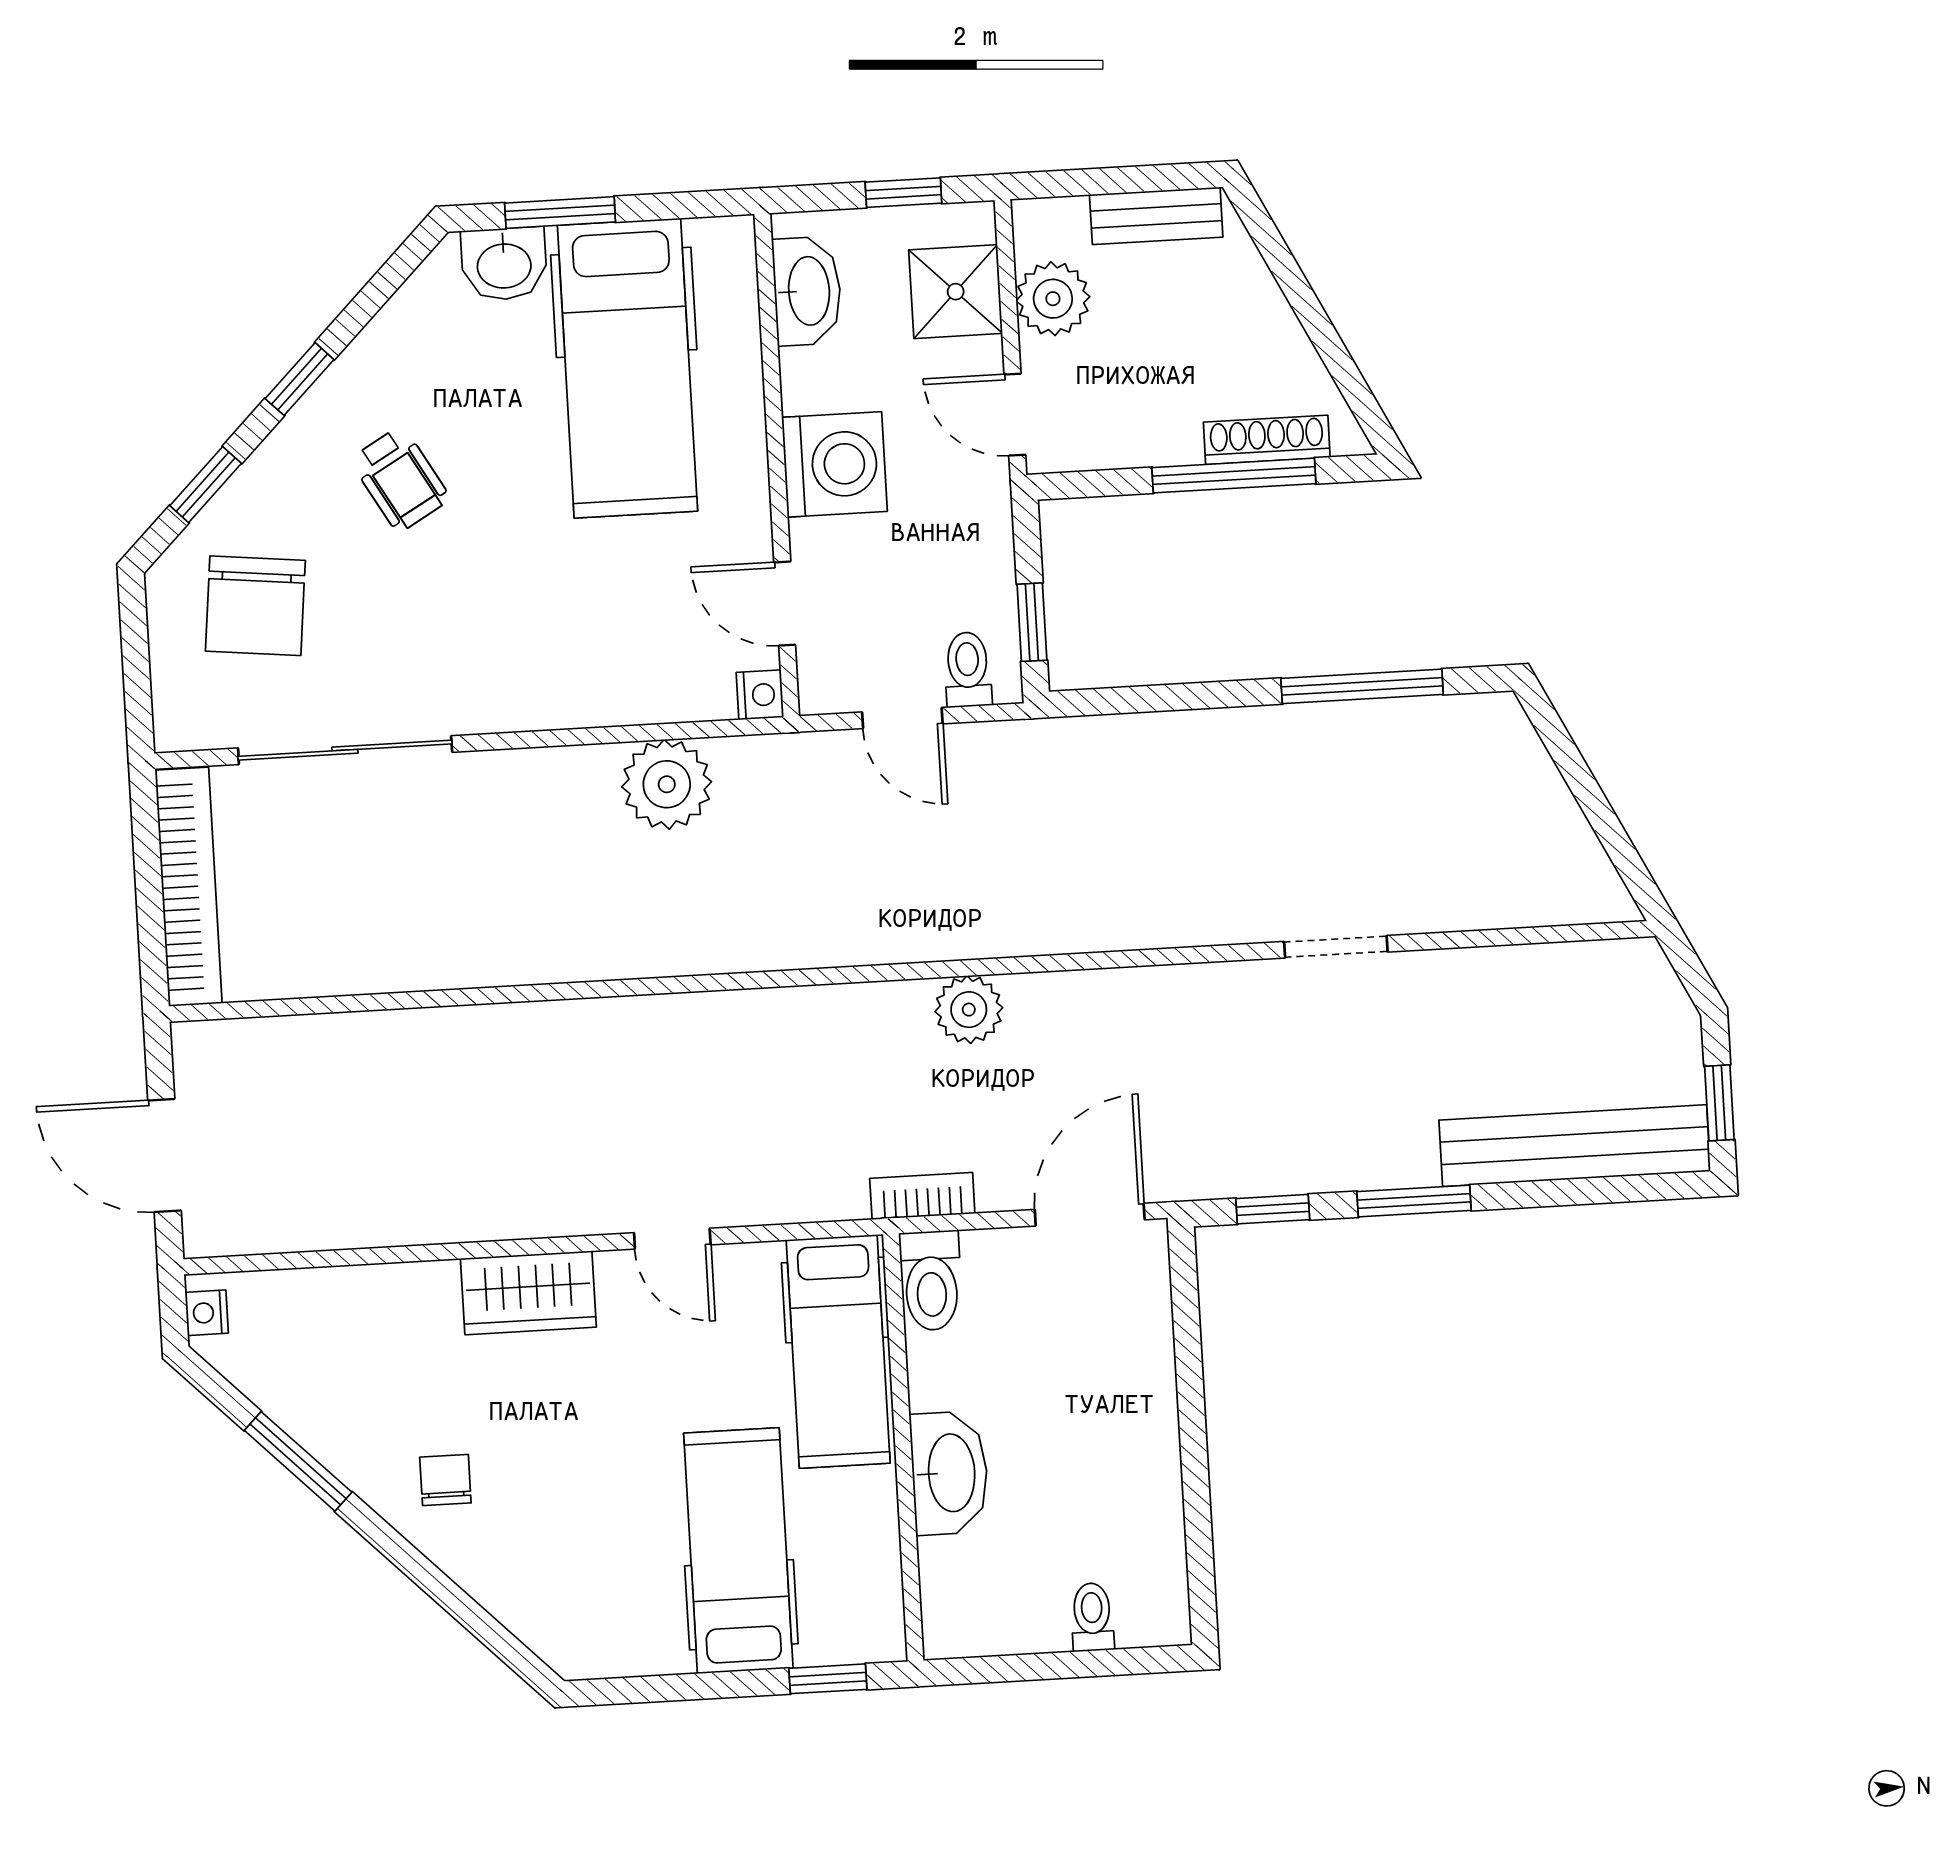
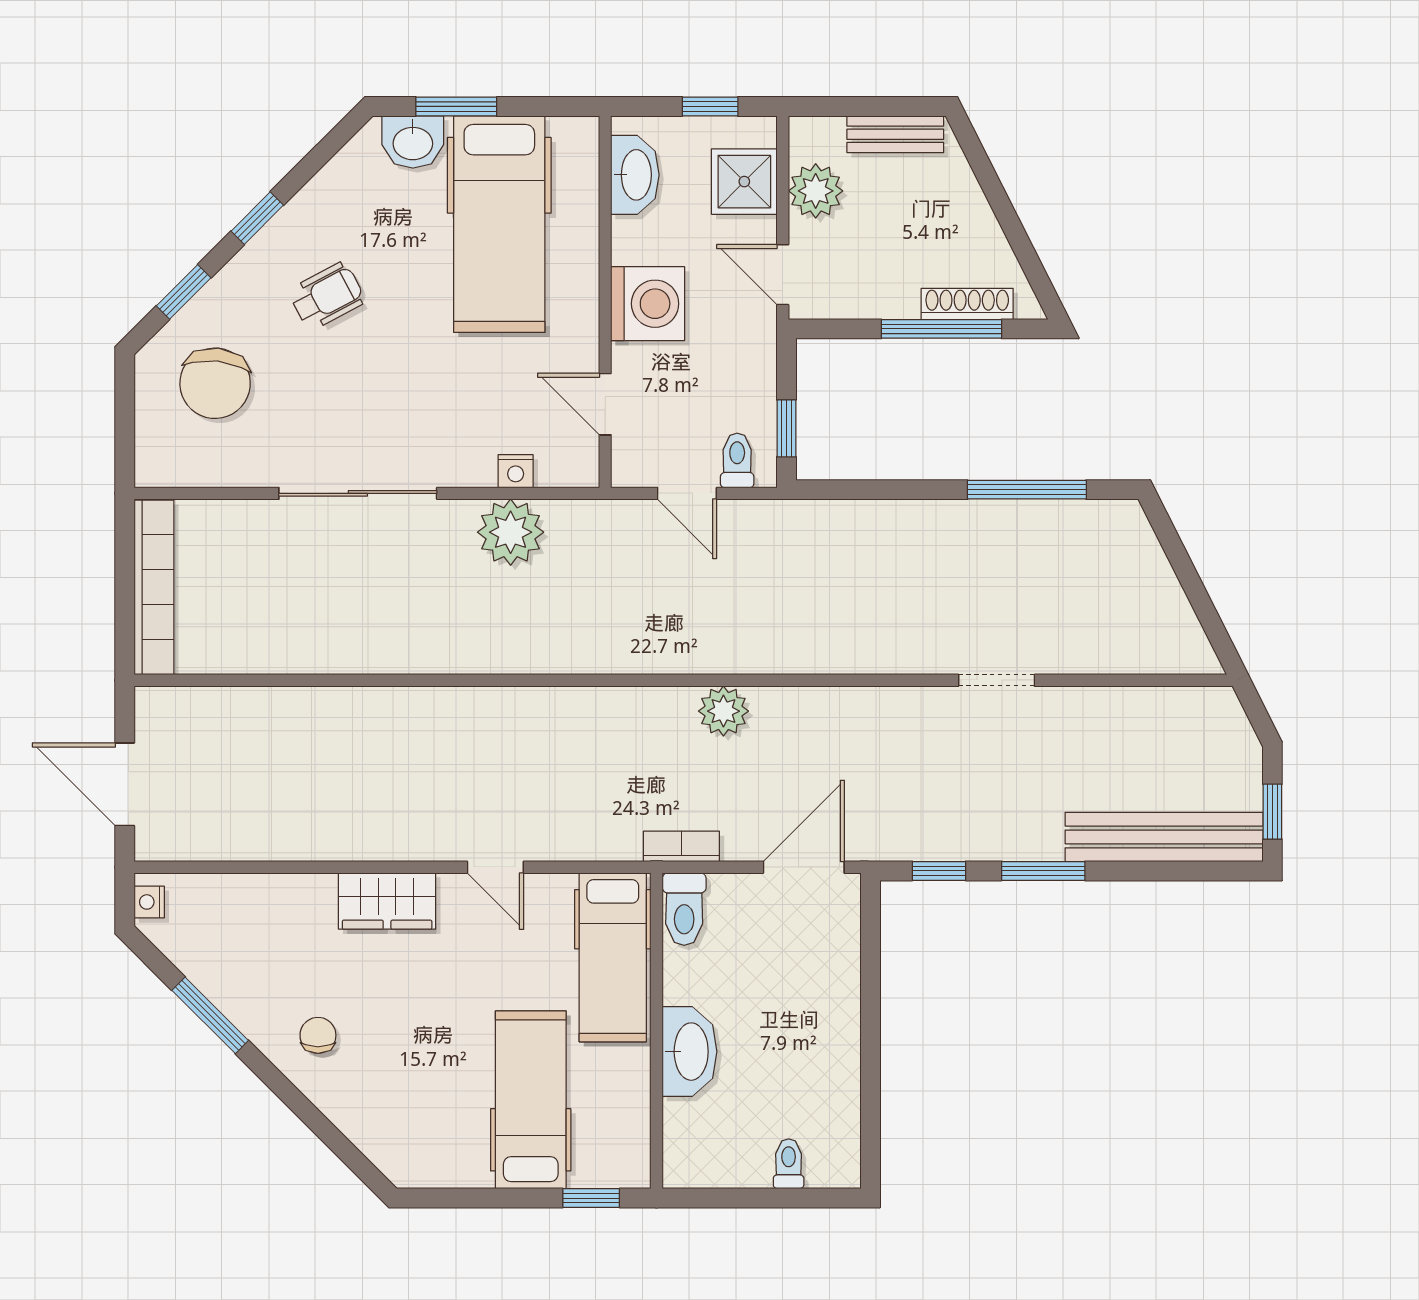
wheelchair: (400, 479) -> (327, 296), turned -88
nightstand: (760, 695) -> (516, 471), moved, turned 90
sliding door: (345, 750) -> (358, 493), moved

